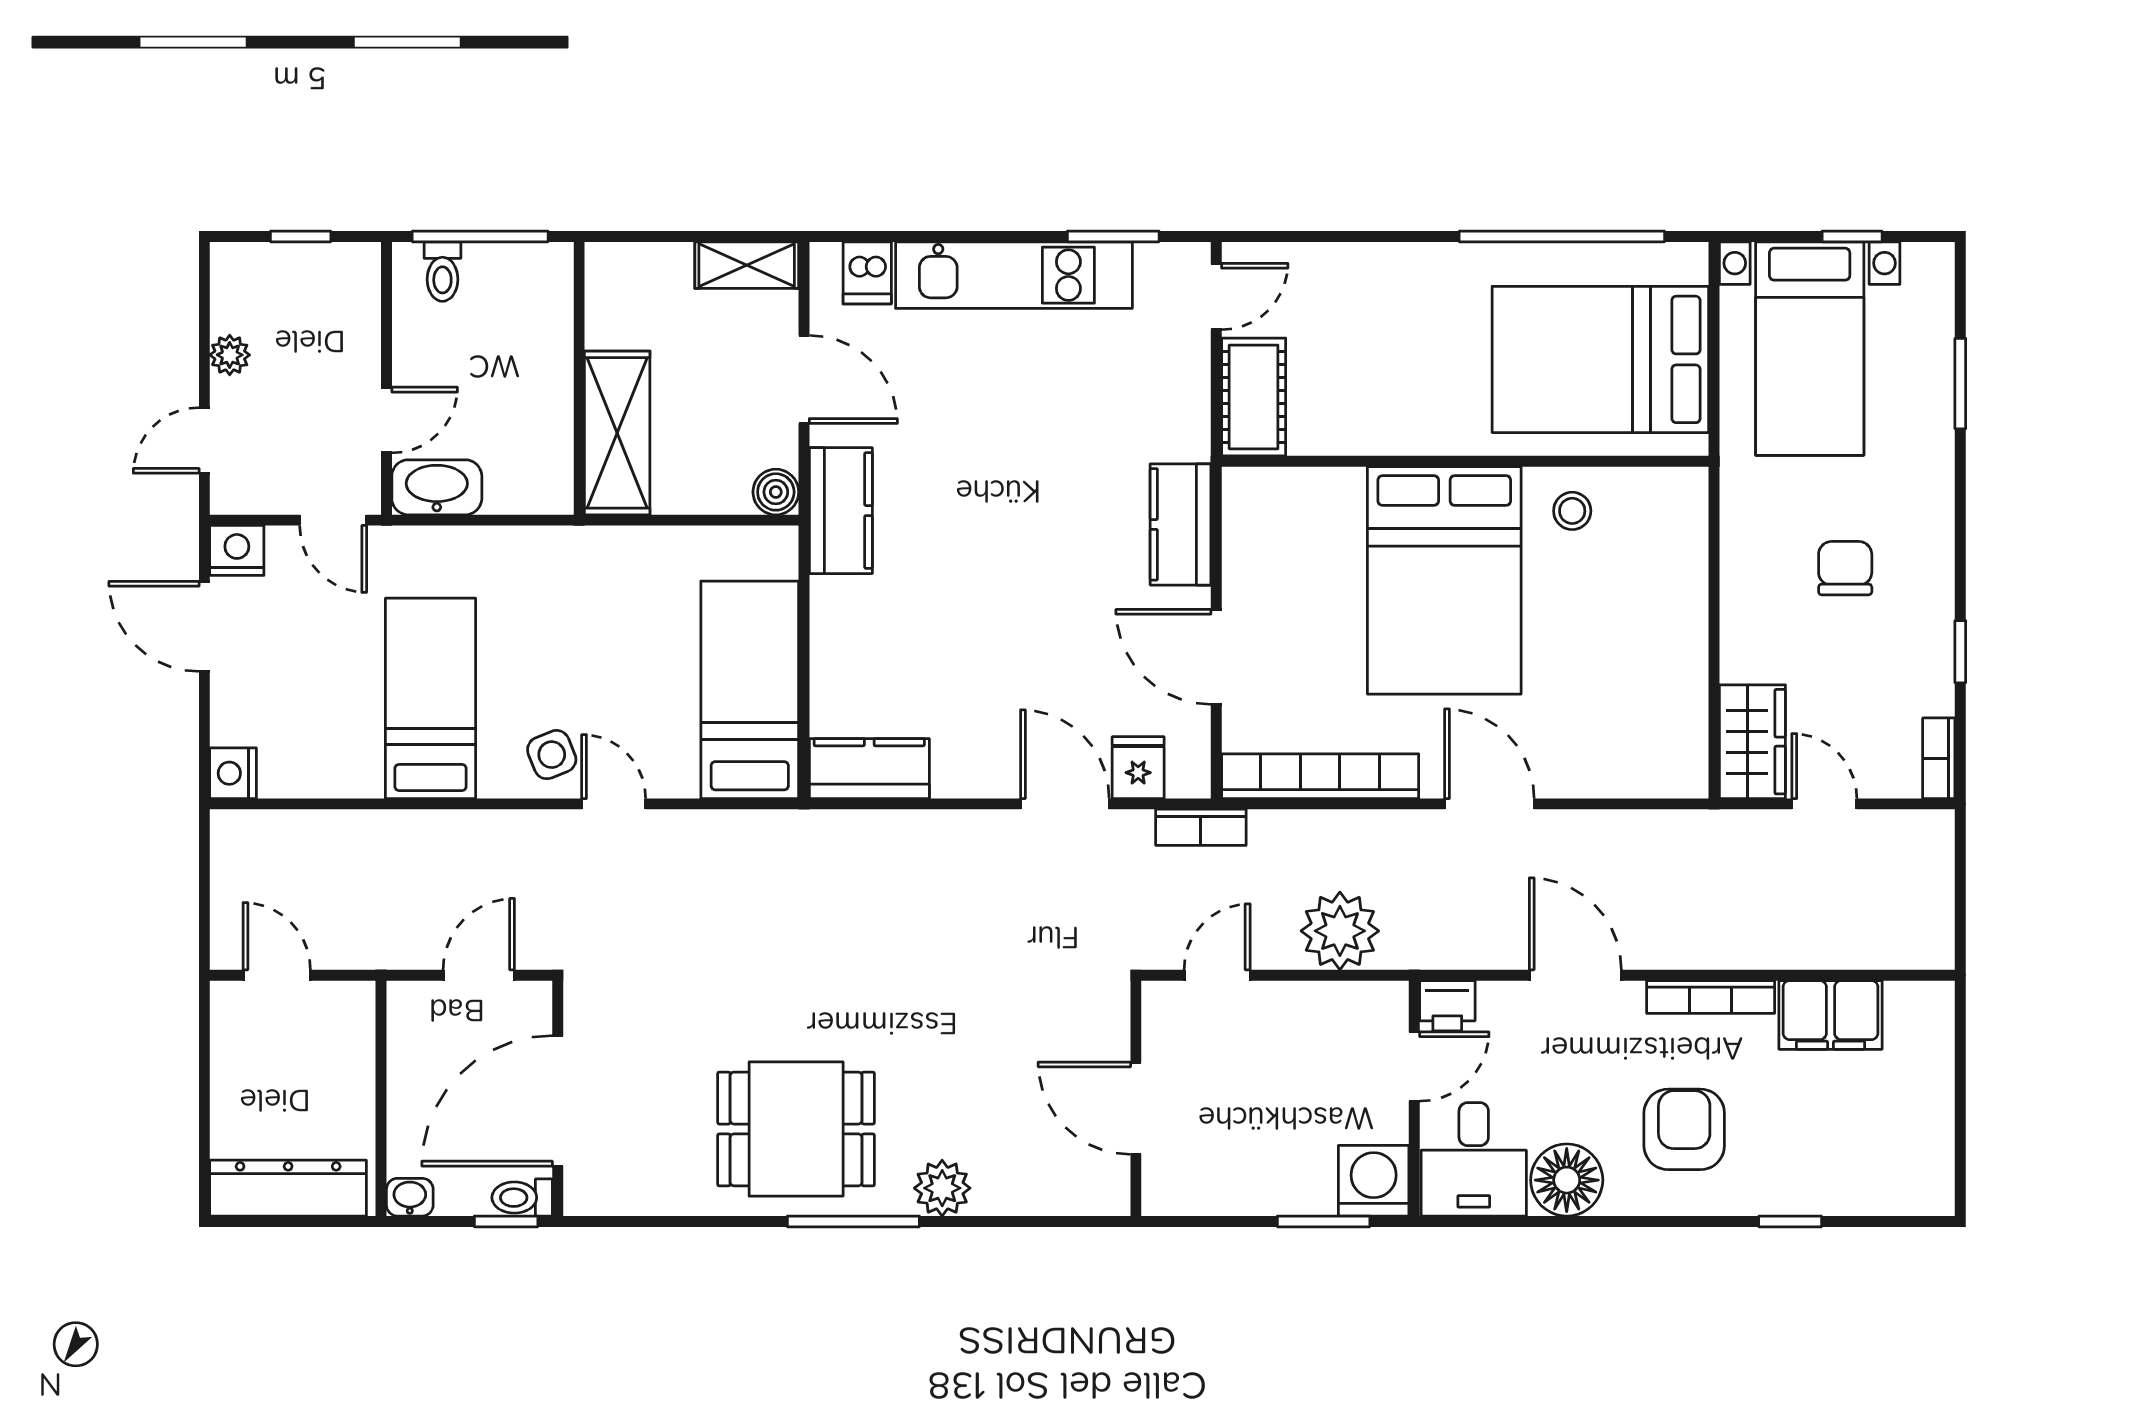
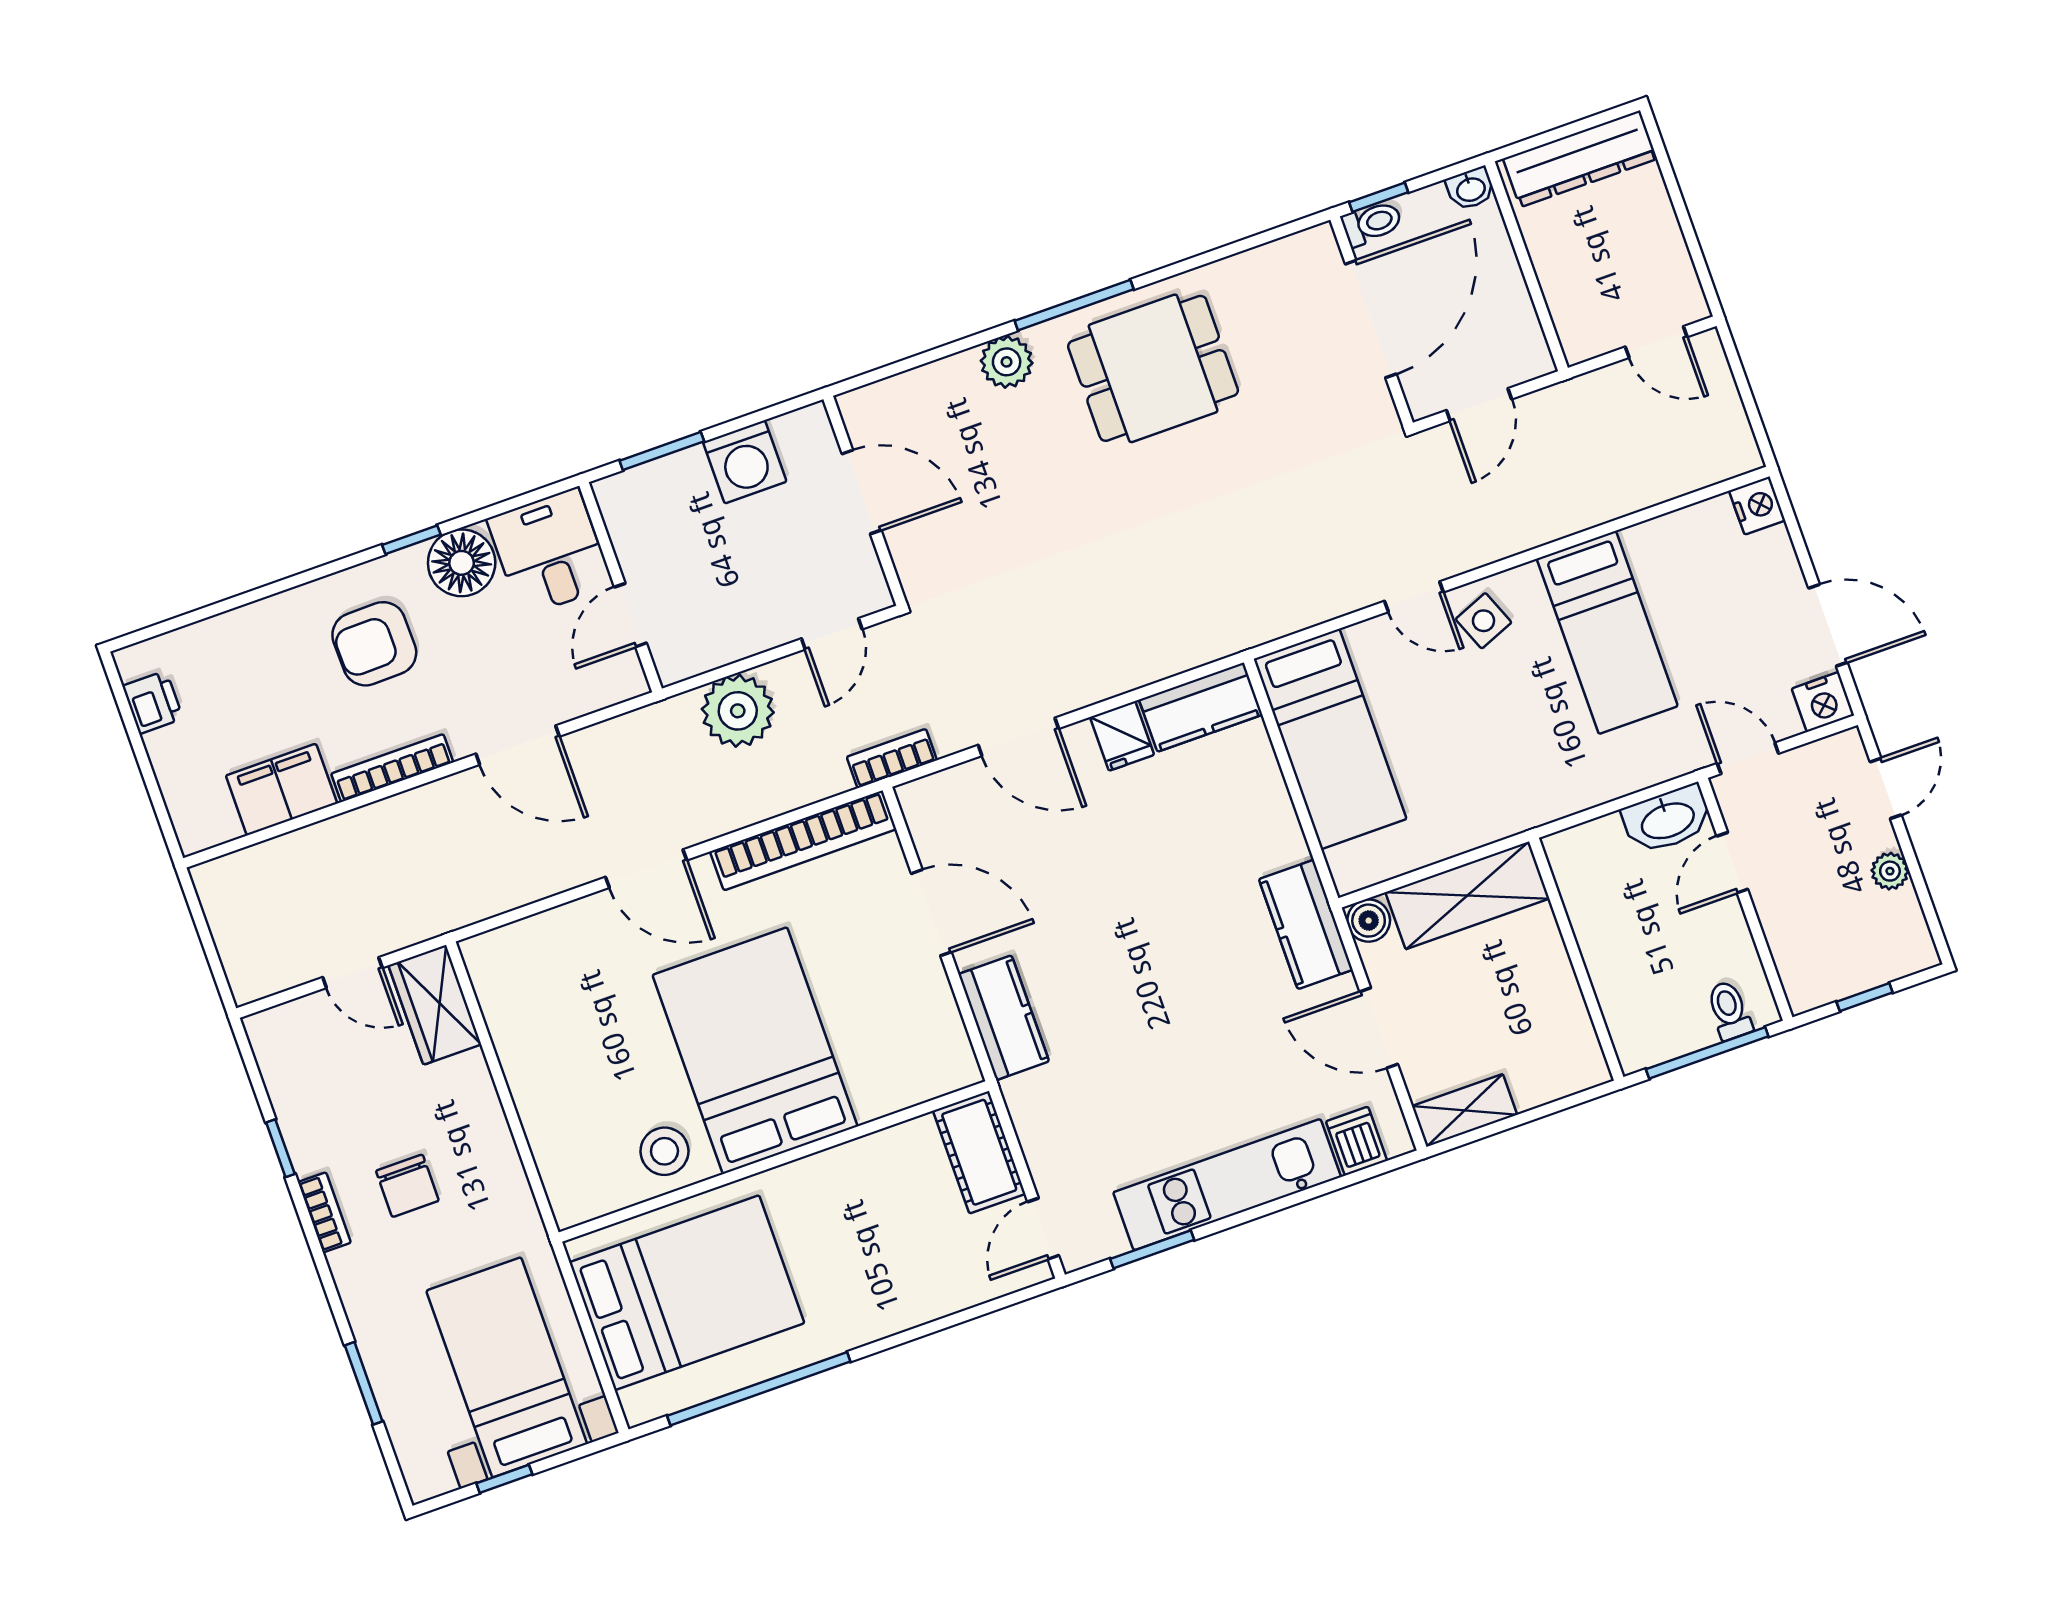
shelving: (617, 433) -> (1467, 895), moved, turned 90
stool: (1572, 511) -> (664, 1151), width x1.37, depth x1.37
bookcase: (1939, 758) -> (324, 1212), moved
fridge: (1138, 768) -> (1122, 736), moved
printer: (1447, 1006) -> (153, 702), moved, turned 90
armchair: (1684, 1129) -> (374, 644), turned 89
washing machine: (1374, 1181) -> (745, 462), moved
window: (1790, 1221) -> (411, 540), moved

